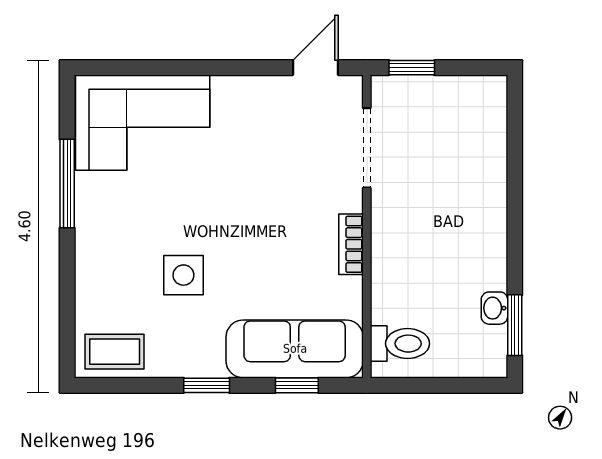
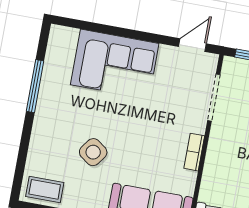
corner sofa: (143, 123) -> (115, 64), moved
side table: (183, 275) -> (93, 152), turned 36

